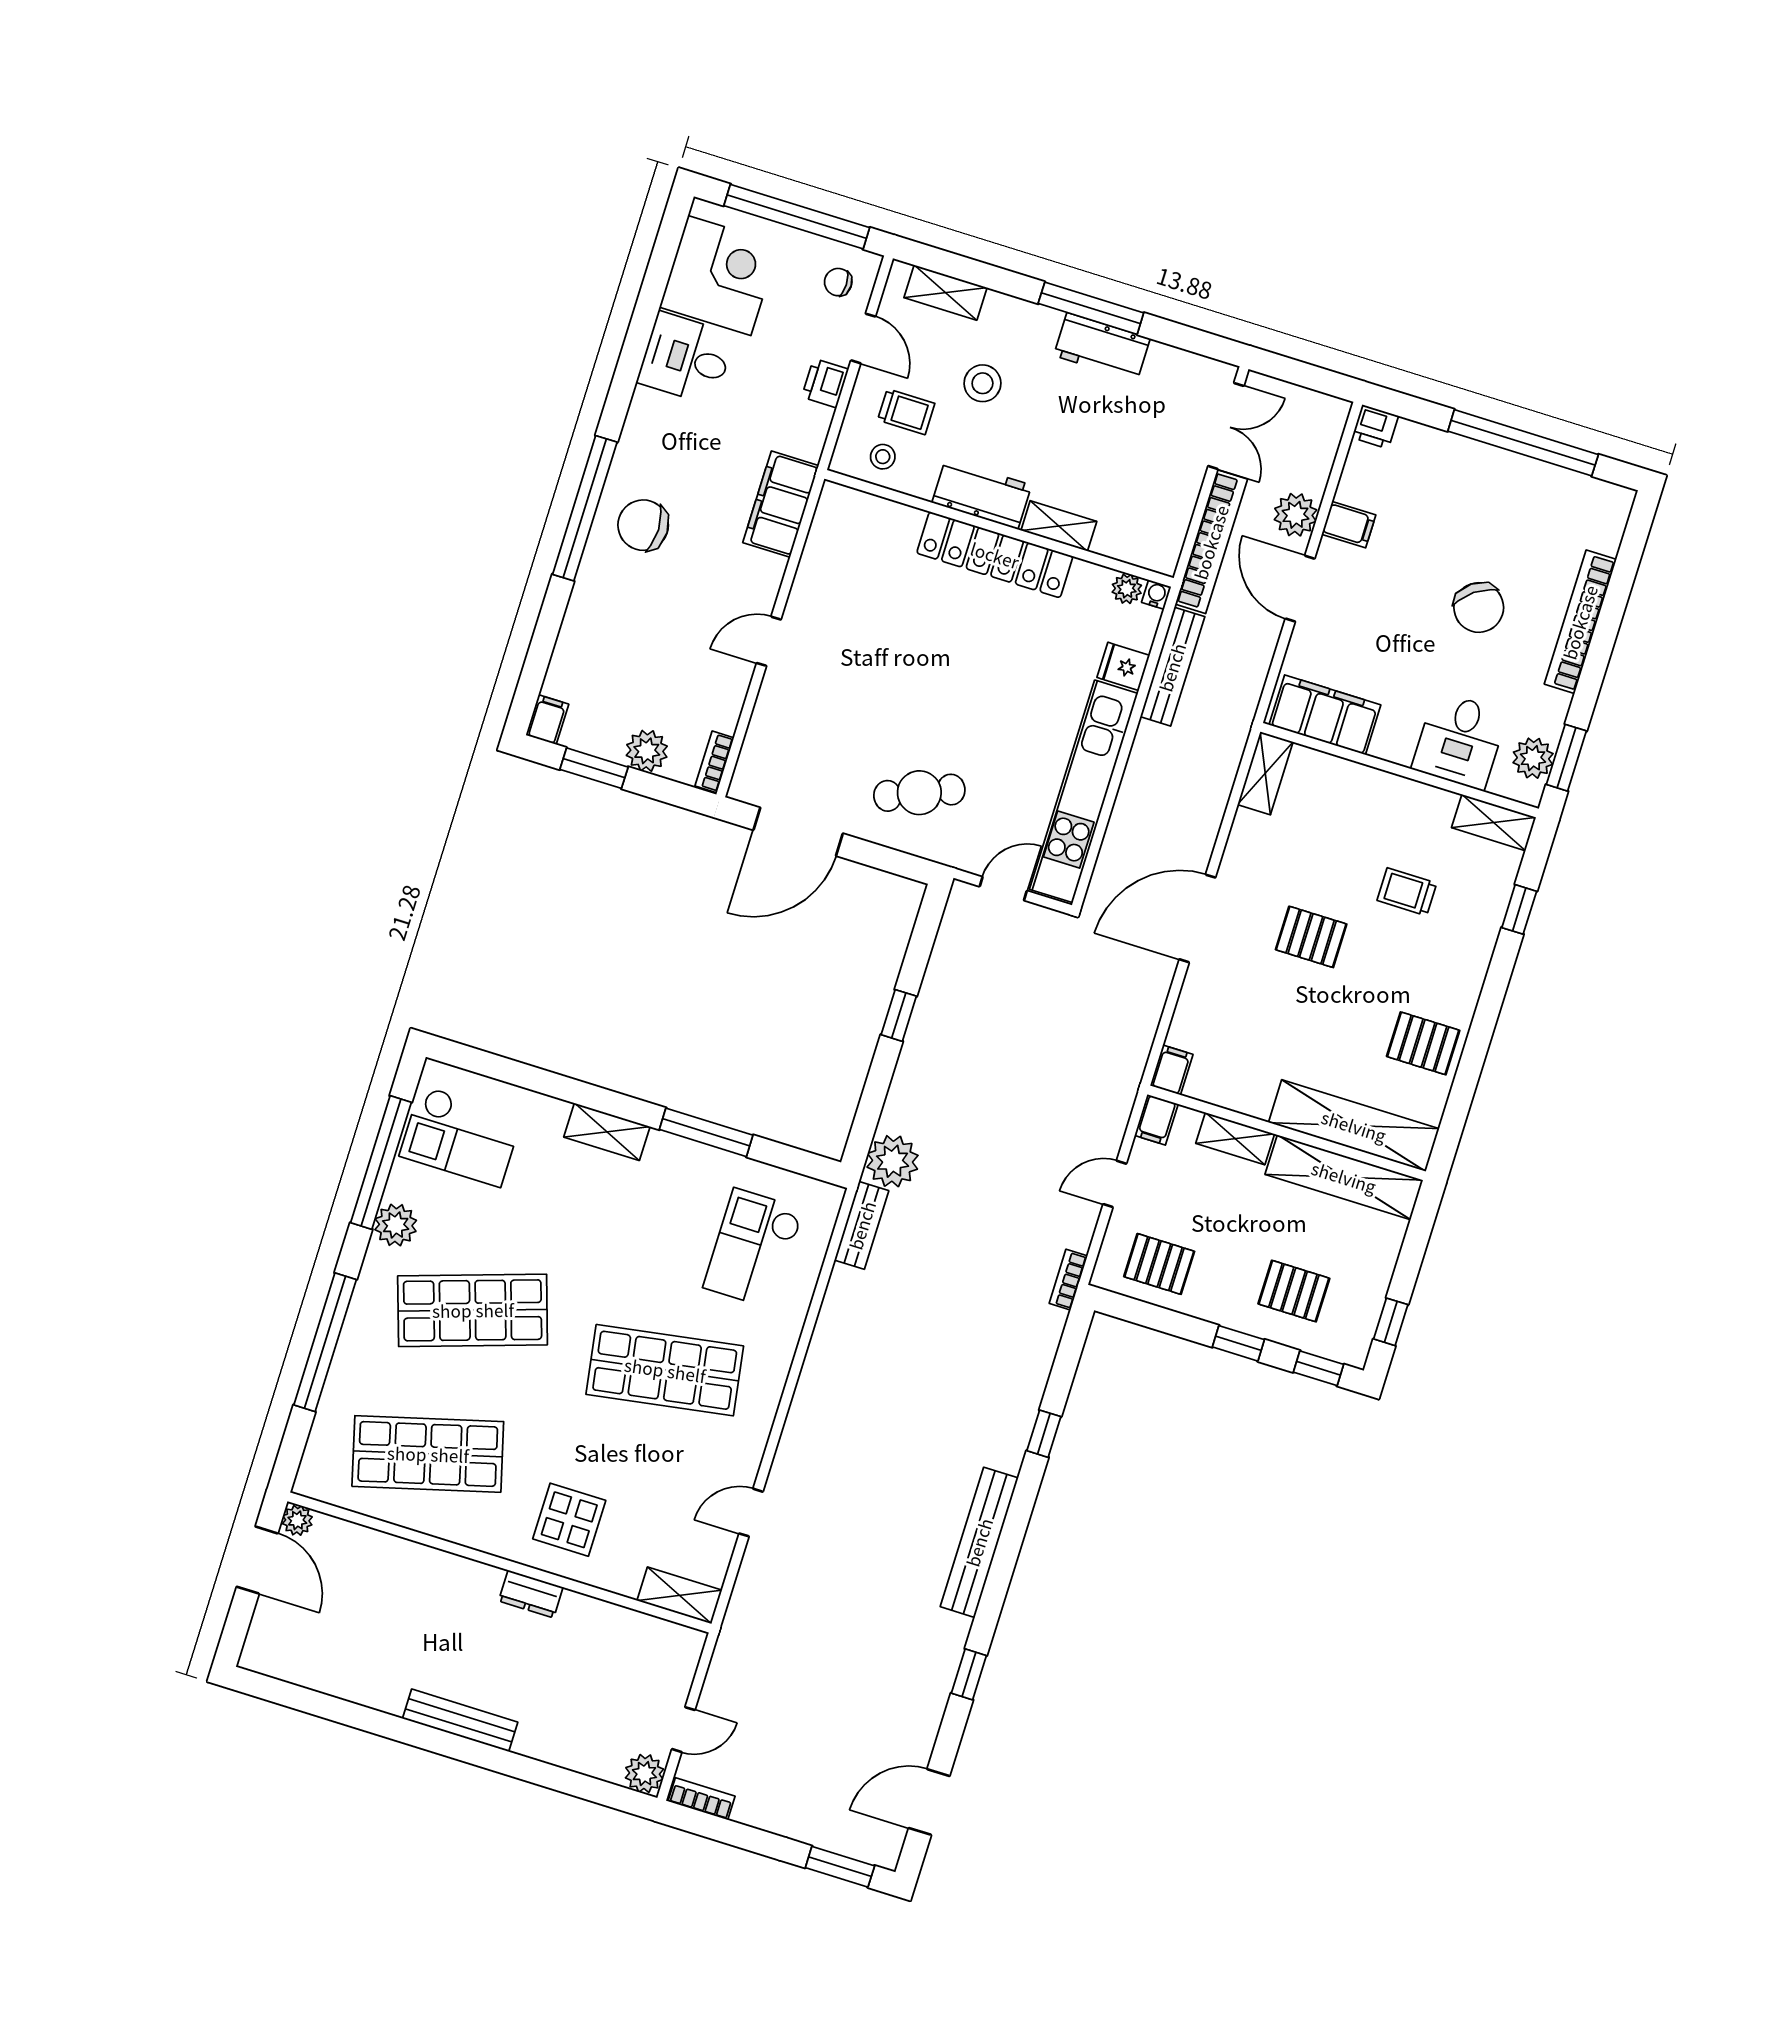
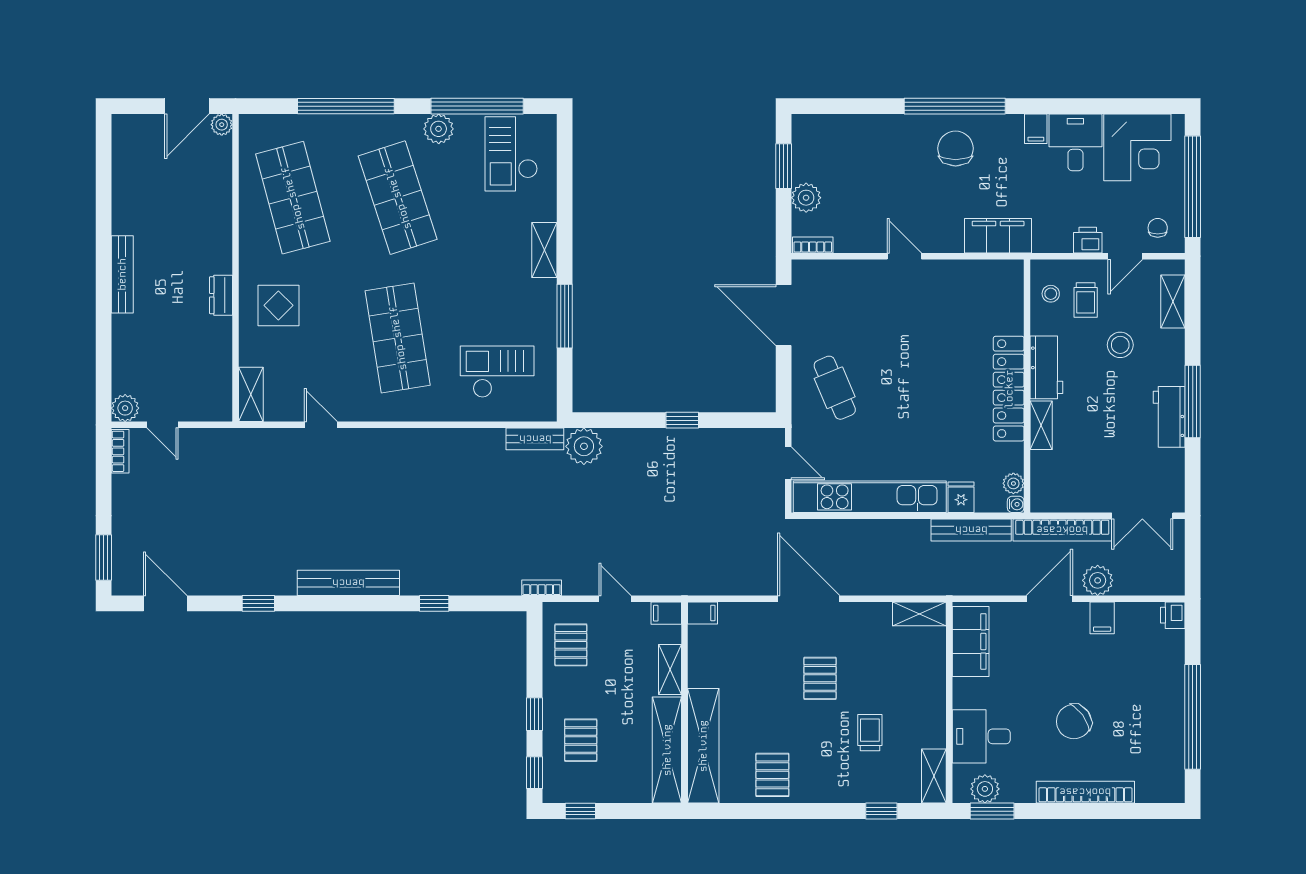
filing cabinet: (547, 720) -> (1036, 129), moved, turned 90

